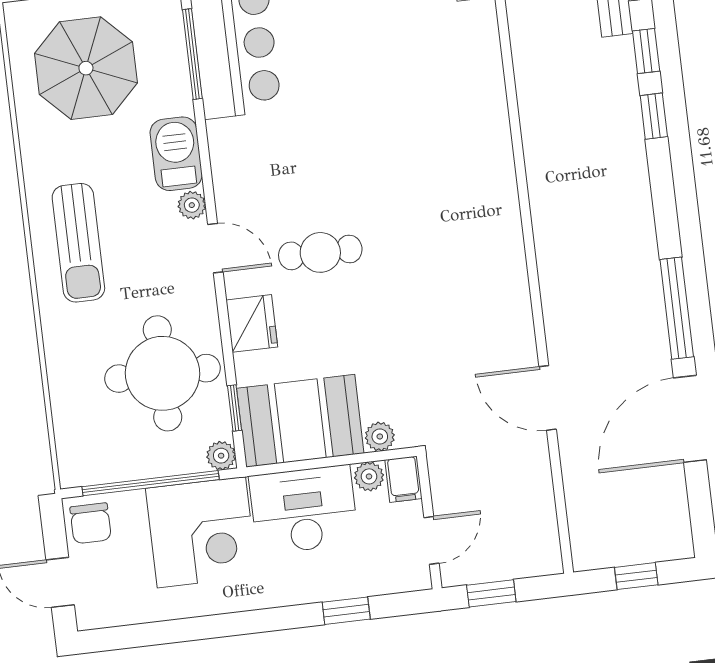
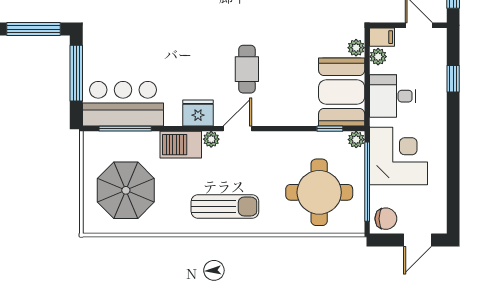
fridge: (252, 323) -> (198, 113), moved
round table: (163, 373) -> (319, 192), moved
desk: (304, 510) -> (393, 96), width x0.73

